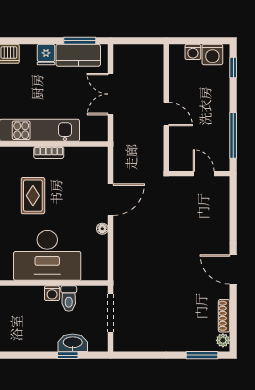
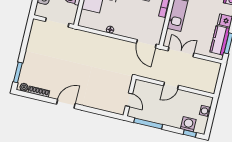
washing machine: (212, 55) -> (188, 124), moved, turned 90
double door: (111, 94) -> (181, 52), moved
door: (204, 174) -> (129, 100), hinge flipped
door: (111, 200) -> (146, 44), moved

